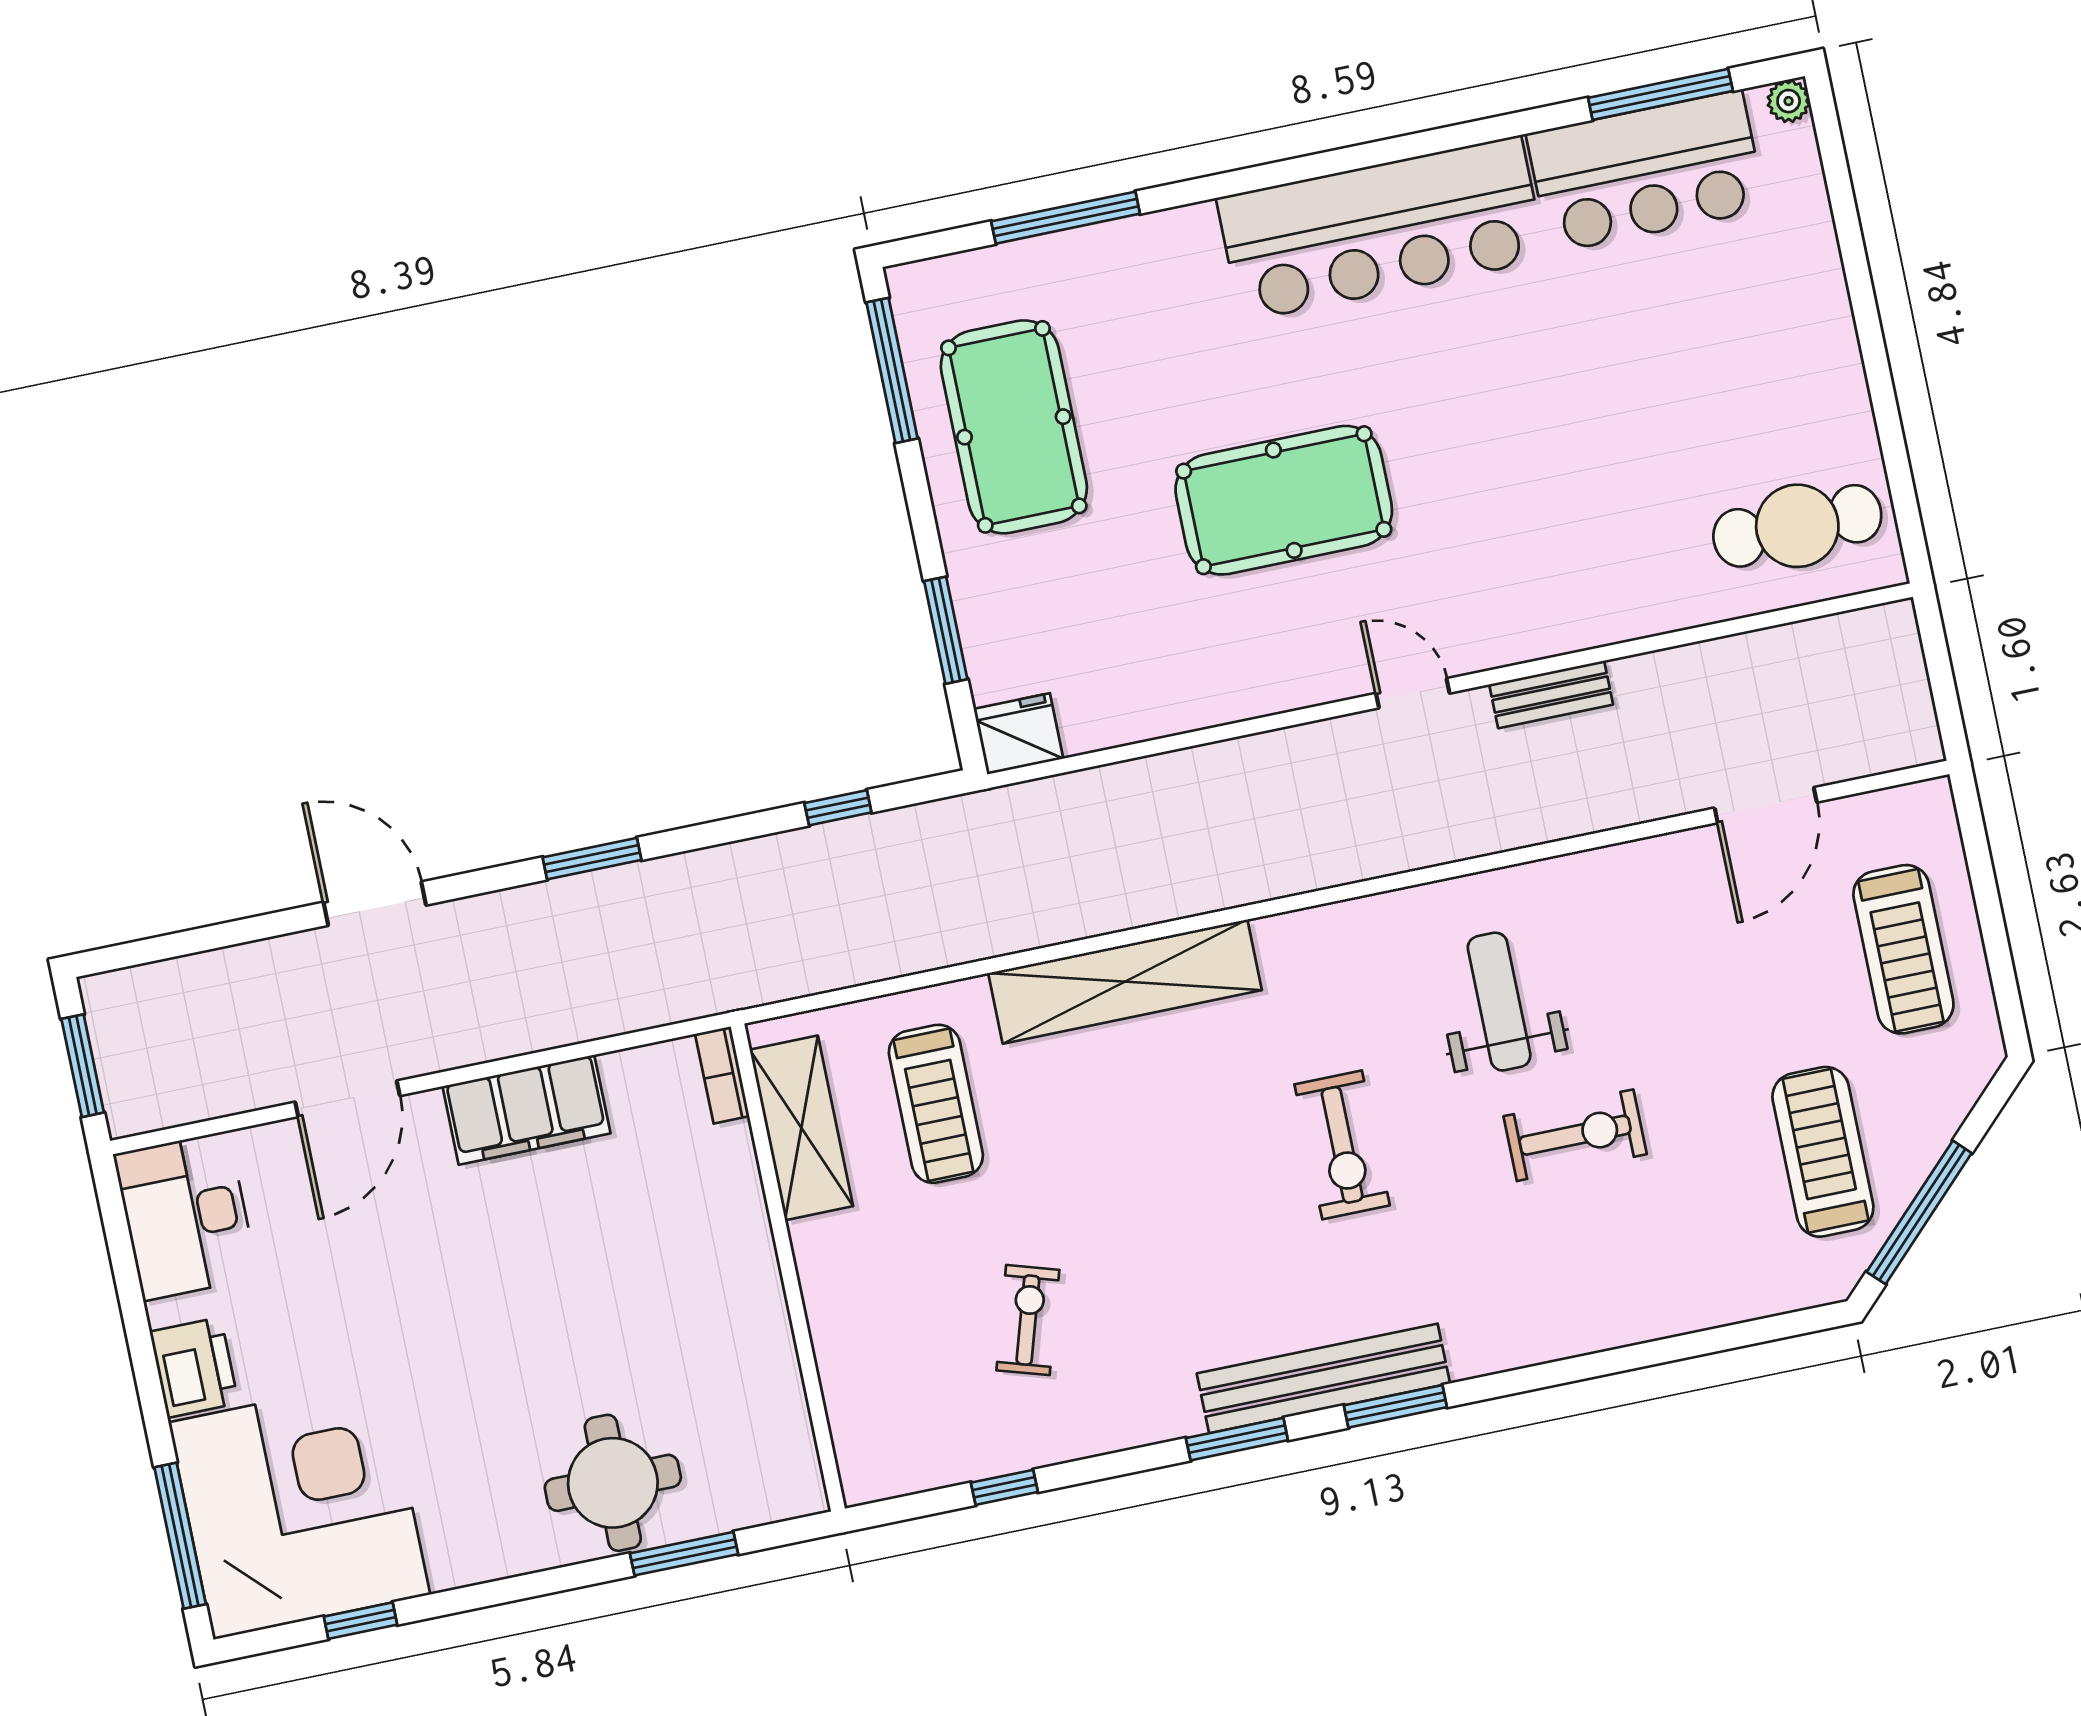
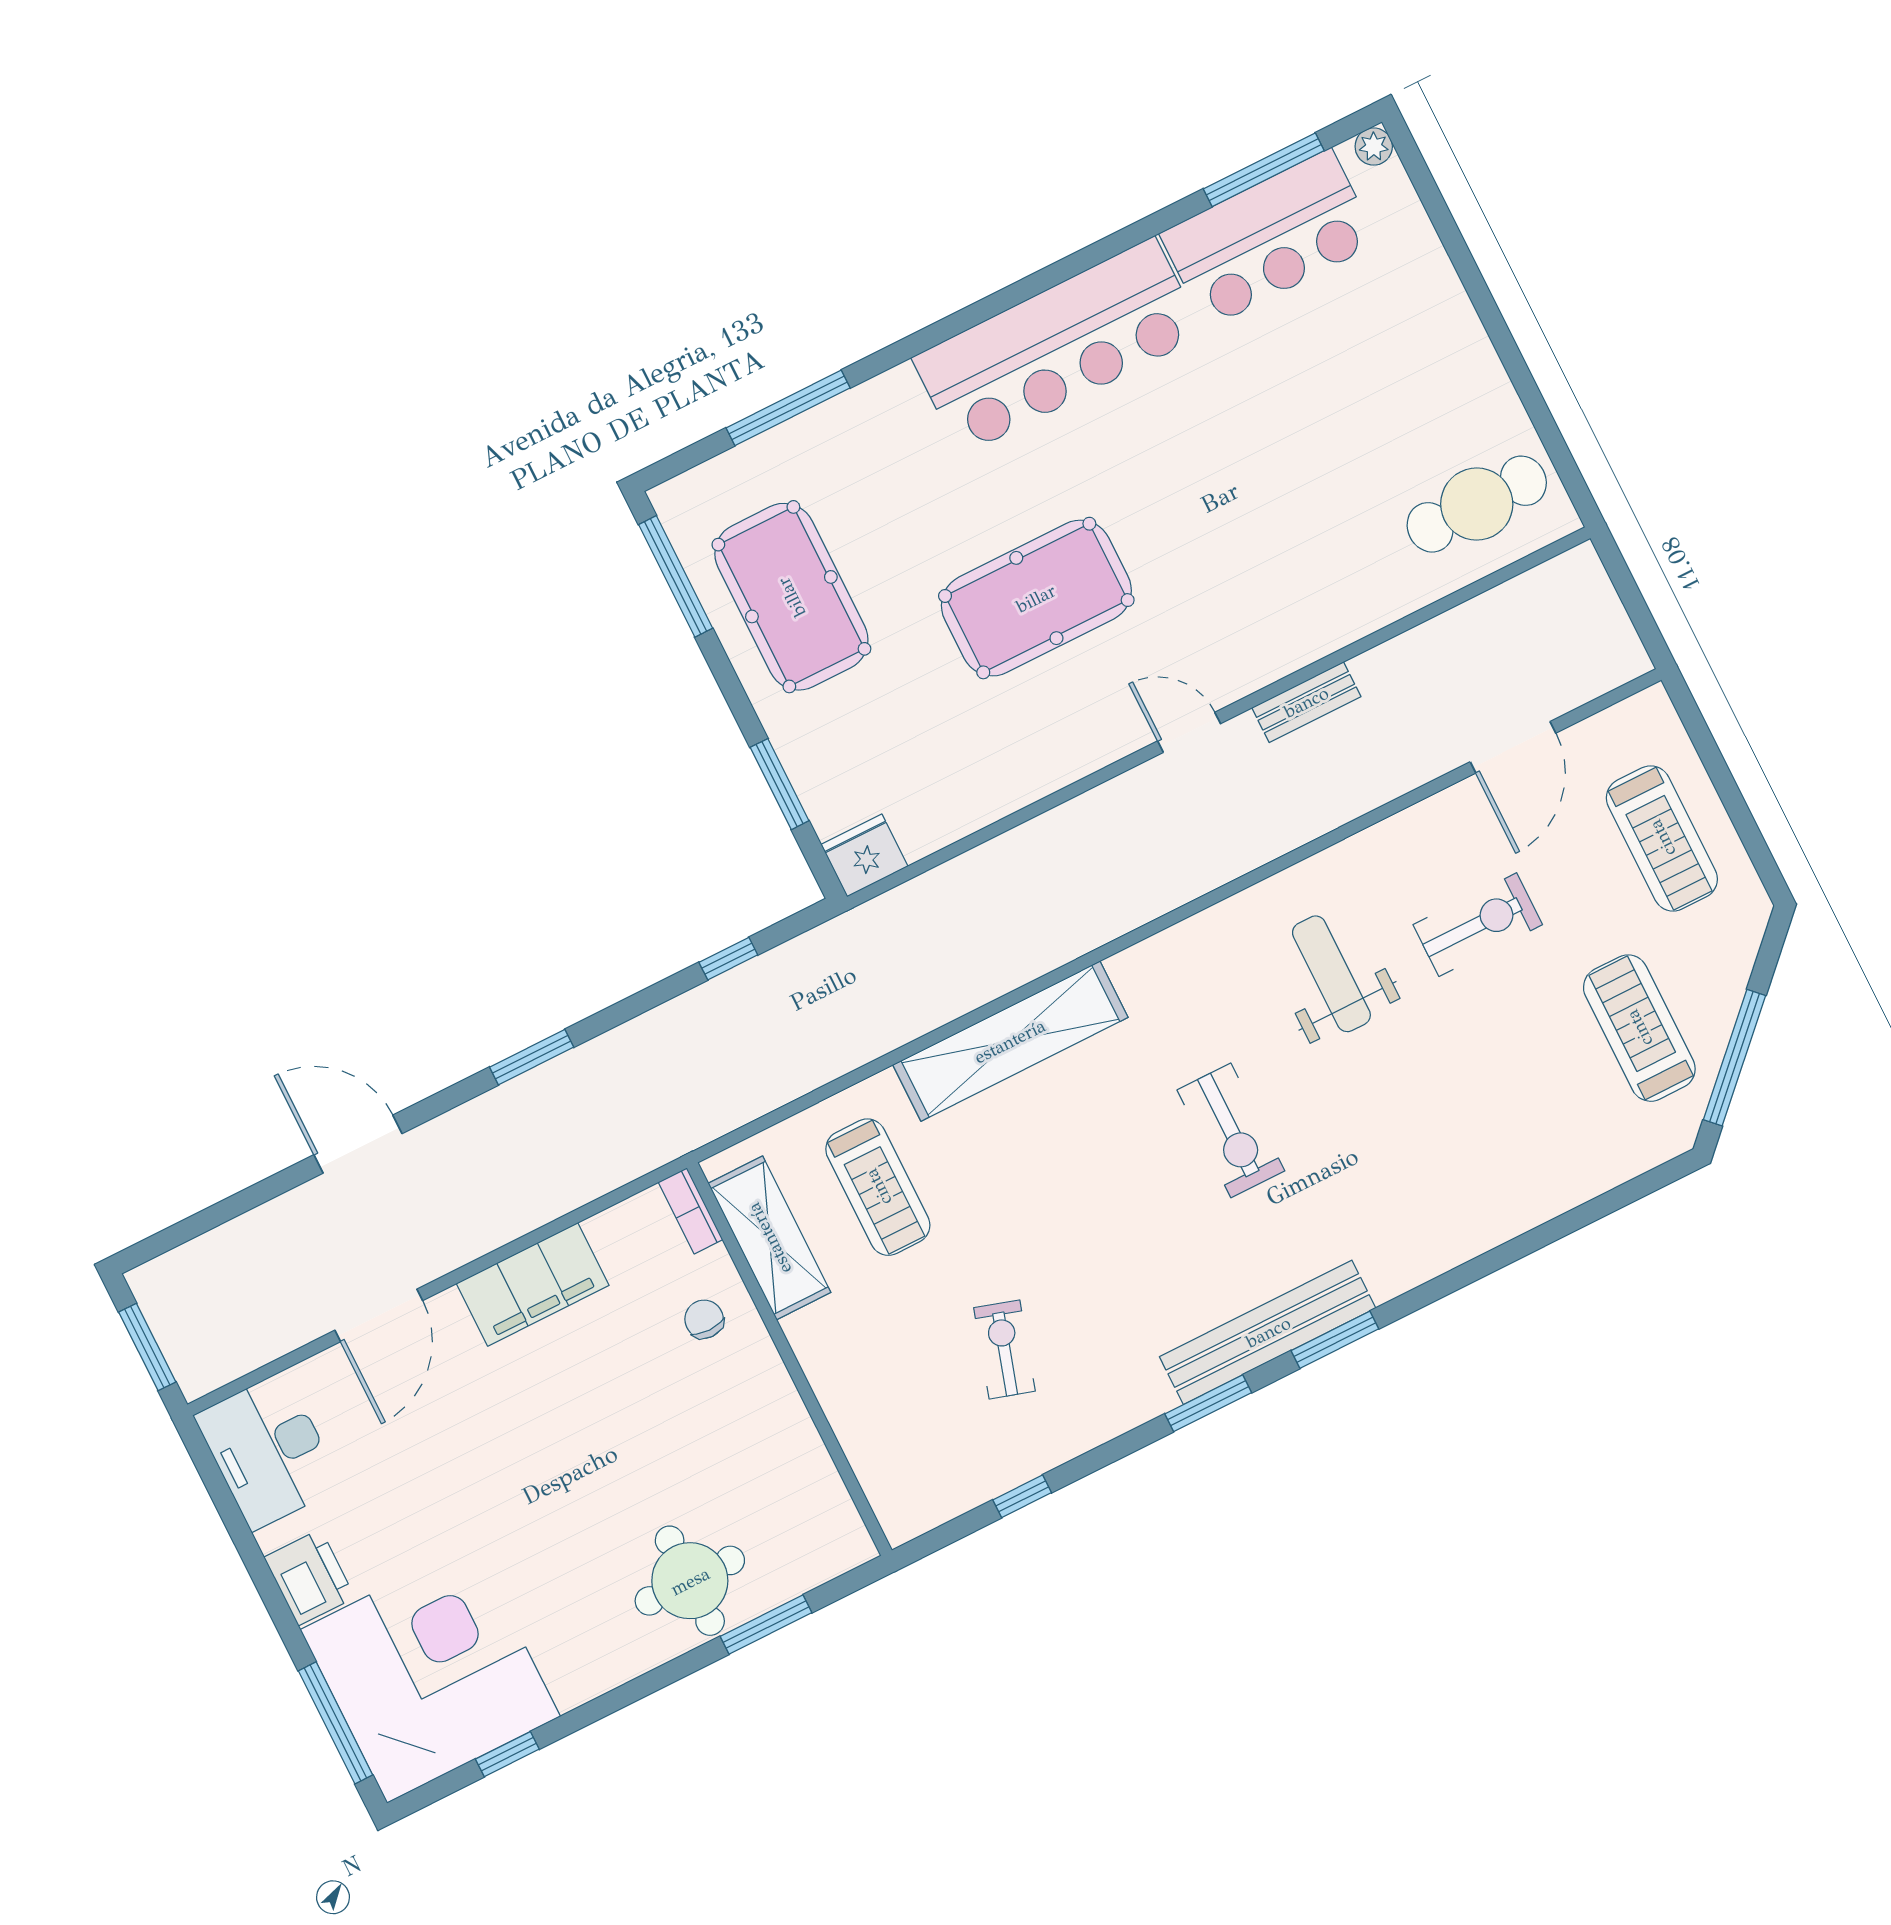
exercise bike: (1575, 1135) -> (1478, 925), moved
chair: (705, 1198) -> (704, 1319), added

